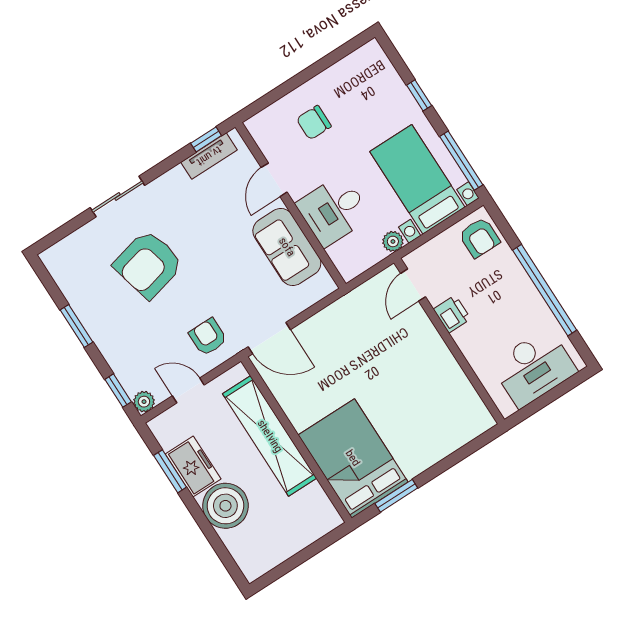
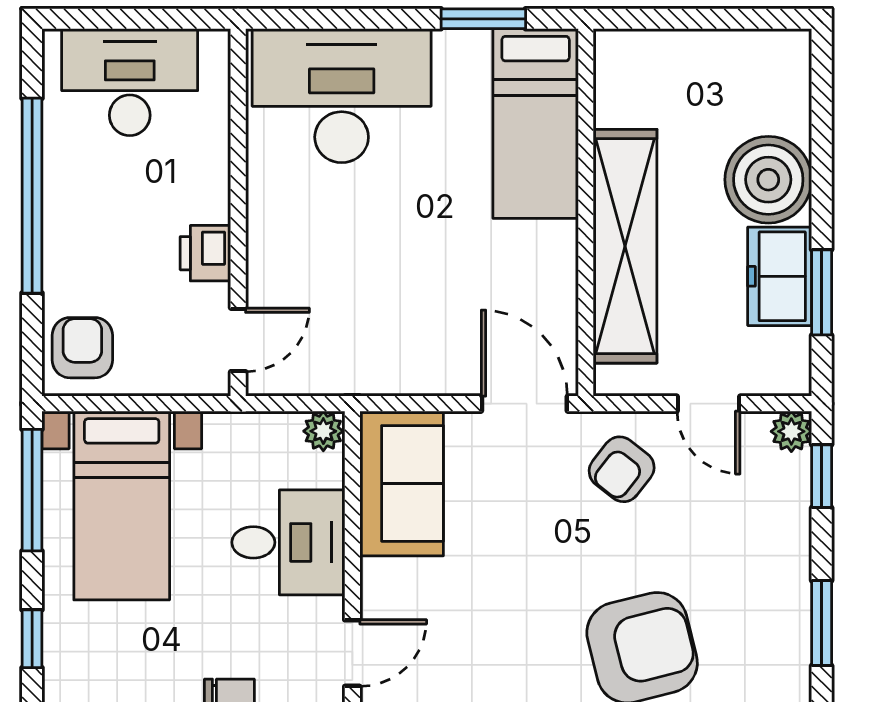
plant: (393, 241) -> (323, 431), moved
sofa: (287, 247) -> (402, 483), moved
armchair: (208, 337) -> (622, 469), turned 38
desk: (437, 422) -> (342, 96), added
bed: (353, 458) -> (536, 124), width x0.67

